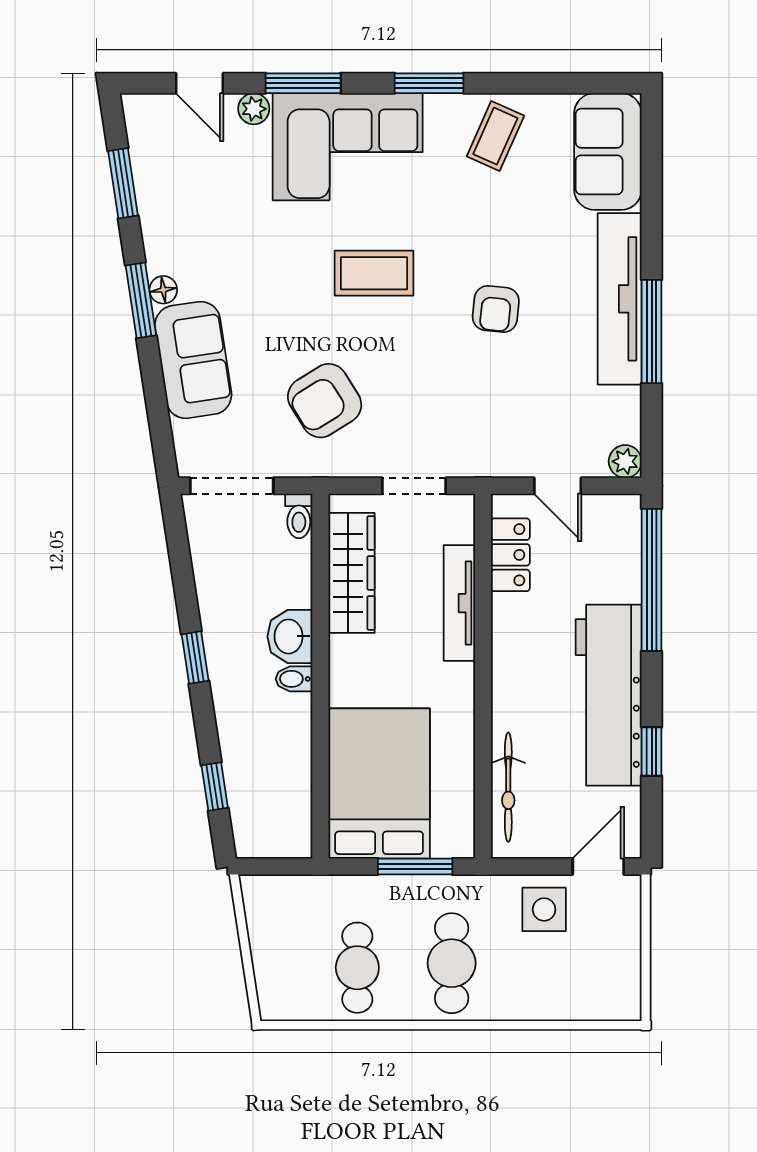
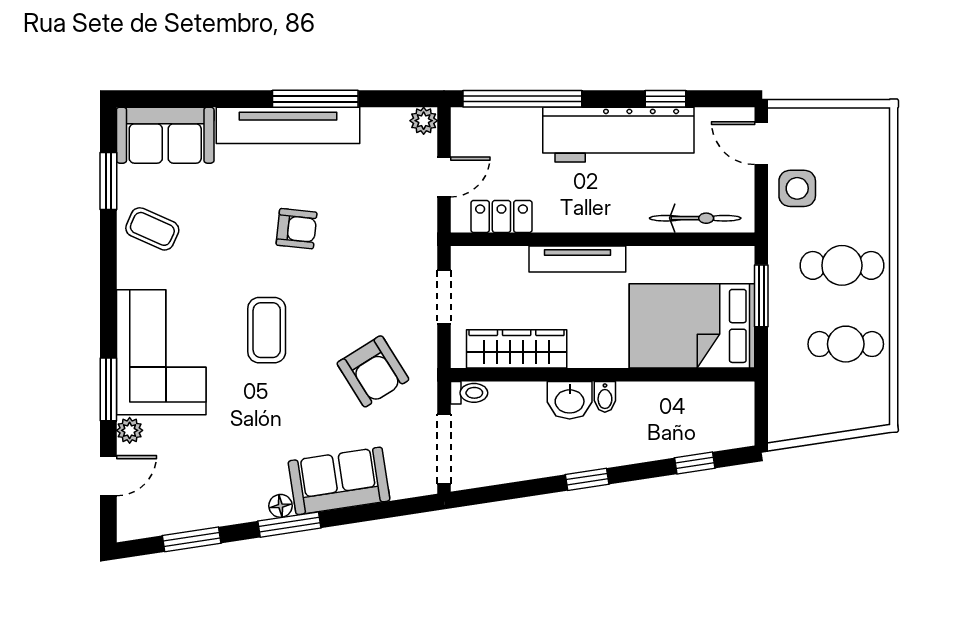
window: (429, 83) -> (108, 181), moved
tv unit: (459, 603) -> (577, 259), moved

